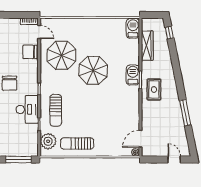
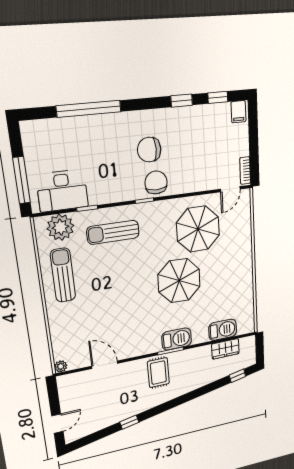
barbecue: (133, 28) -> (223, 330), moved
wardrobe: (147, 46) -> (225, 349), width x0.67
chair: (30, 52) -> (156, 182), moved
rug: (154, 89) -> (158, 373), turned 90
desk: (27, 109) -> (62, 191), moved
window: (185, 113) -> (129, 422), width x0.46
door: (140, 139) -> (105, 365), moved

